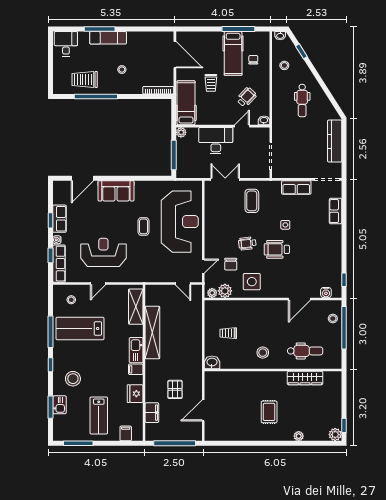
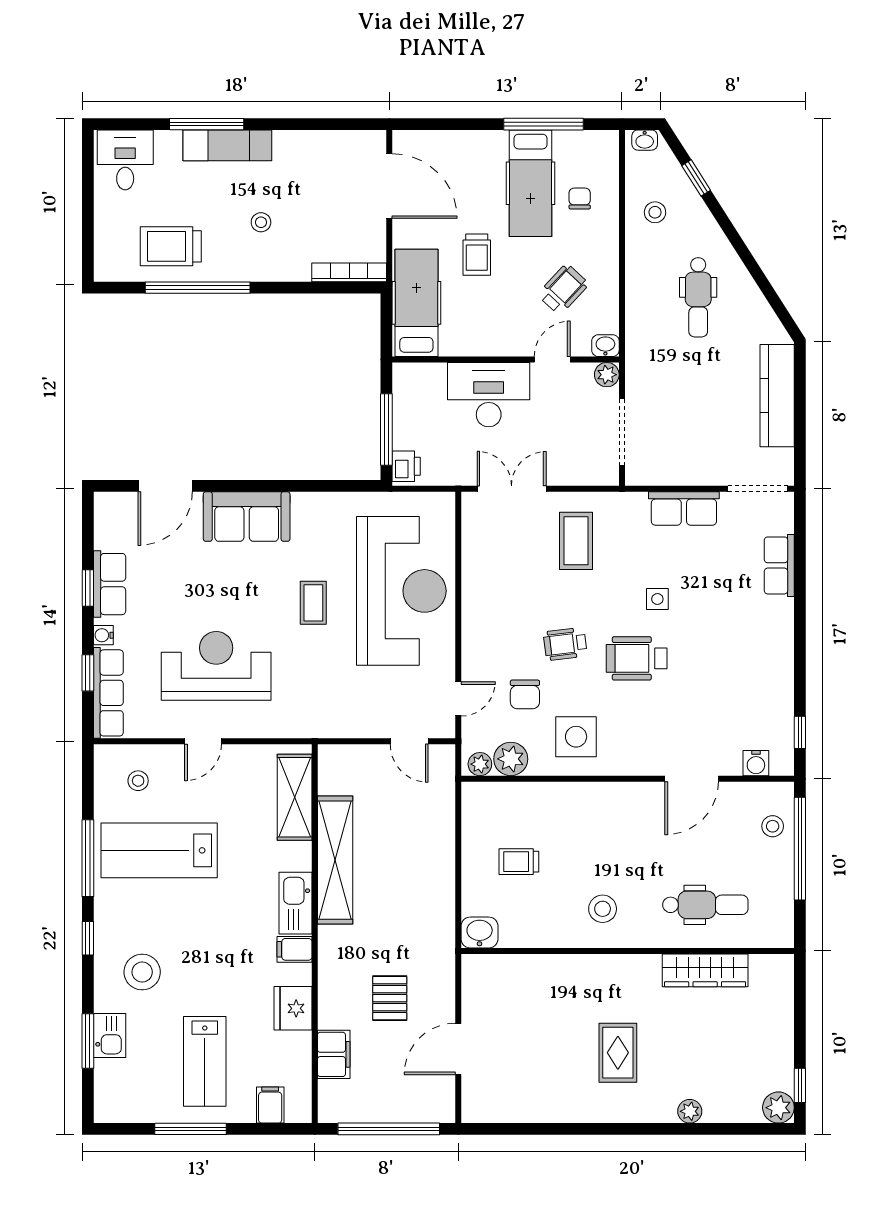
plant: (181, 132) -> (607, 375), moved
printer: (182, 170) -> (406, 466), added
window: (78, 443) -> (190, 1129), moved

